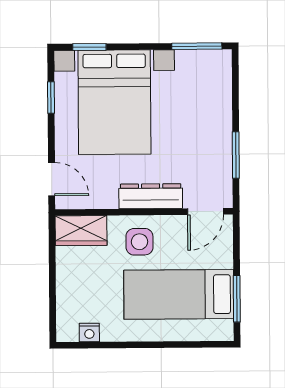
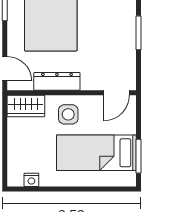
window: (236, 155) -> (138, 33), moved
dresser: (151, 196) -> (57, 81), moved

